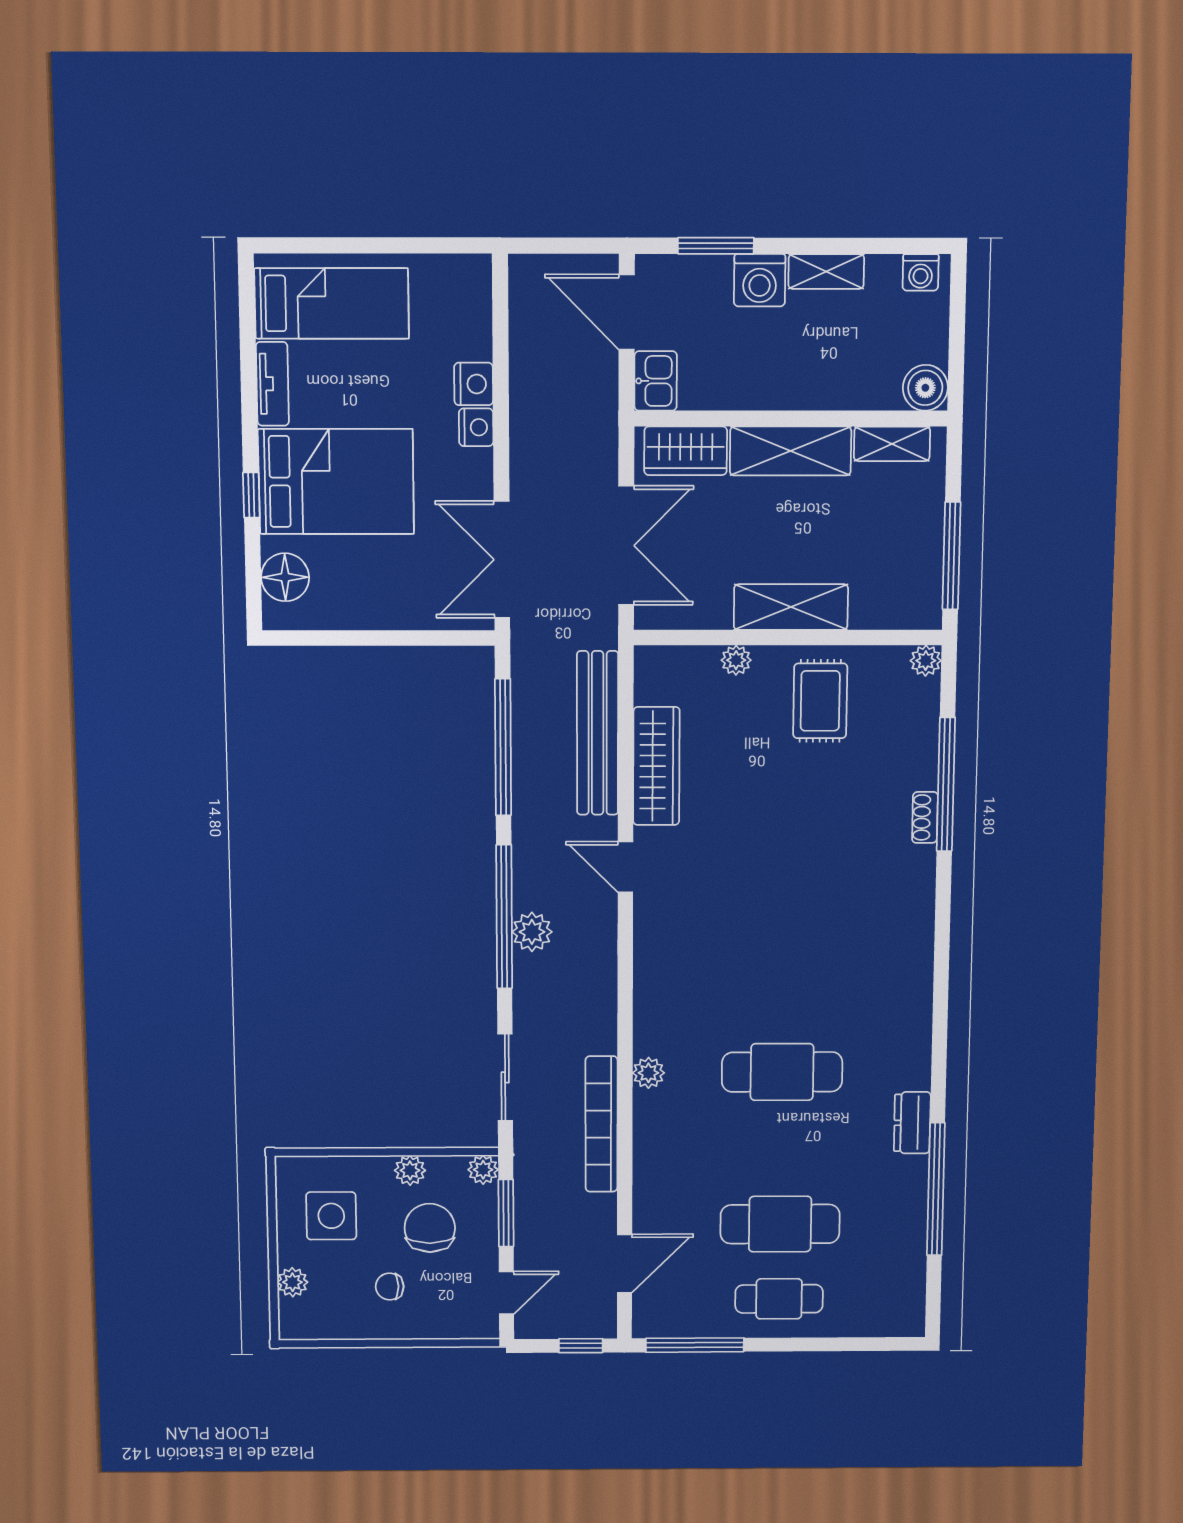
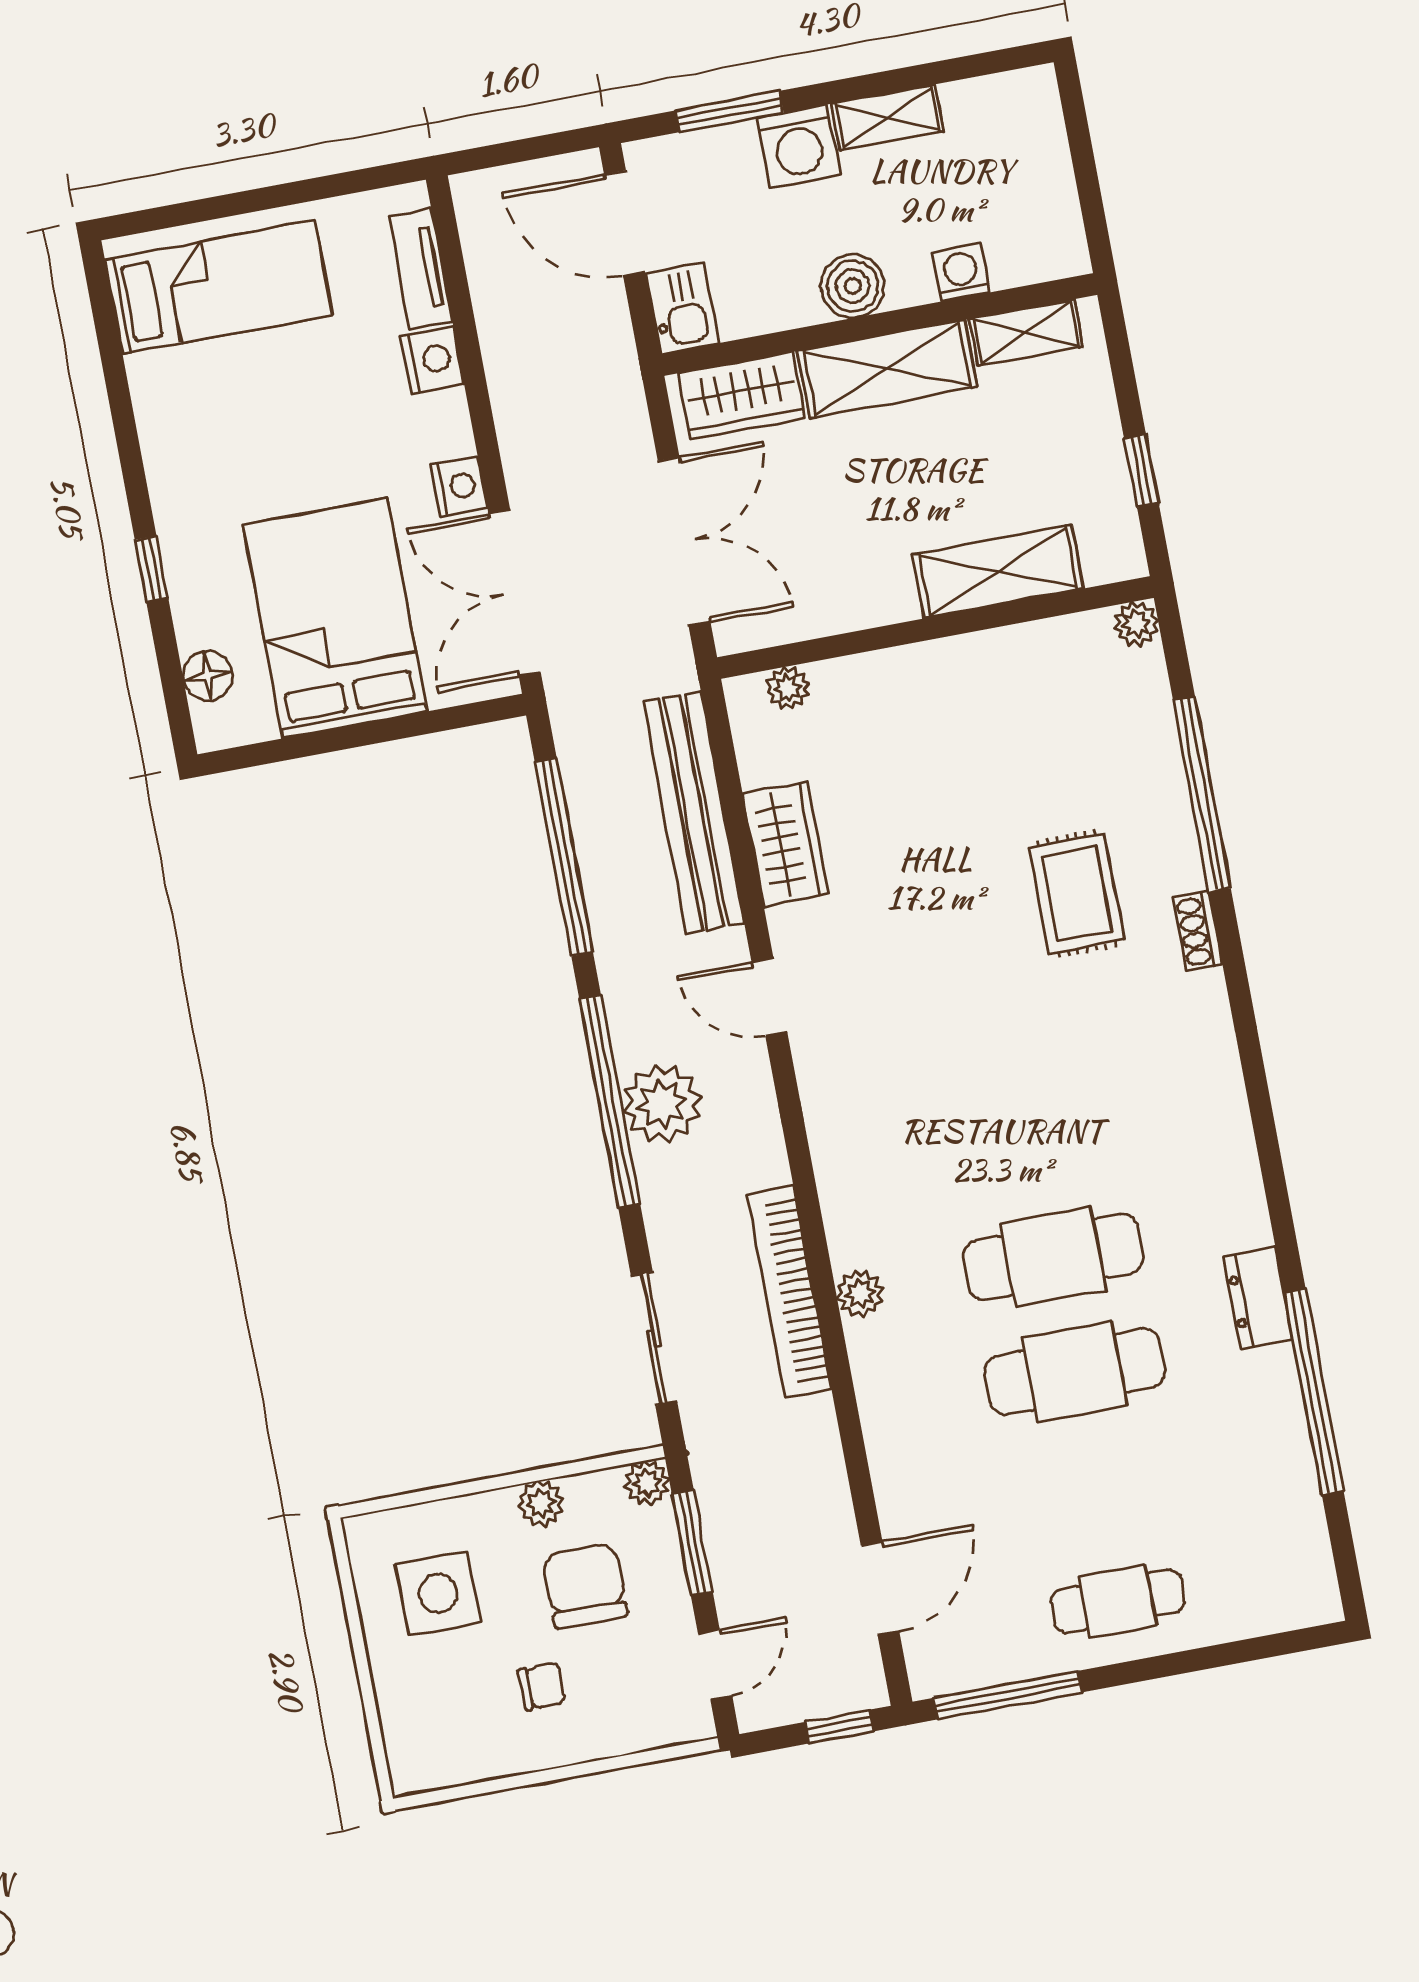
washing machine: (921, 272) -> (961, 273), moved, turned 180
tv unit: (272, 384) -> (420, 269), moved, turned 180
boiler: (925, 388) -> (853, 286), moved
nightstand: (476, 427) -> (459, 486), moved
bed: (336, 481) -> (335, 618), moved, turned -90
window: (951, 556) -> (1141, 471), width x0.46
floor lamp: (285, 577) -> (208, 676), width x0.73, depth x0.73
shelving: (791, 607) -> (998, 572), moved
plant: (736, 660) -> (788, 688), moved
rug: (820, 701) -> (1077, 894), moved
wardrobe: (656, 766) -> (786, 844), width x0.67
shoe rack: (925, 817) -> (1198, 931), moved
plant: (532, 932) -> (662, 1104), width x1.36, depth x1.36
bookcase: (601, 1124) -> (789, 1292), moved
cafe table: (780, 1224) -> (1075, 1372), moved
plant: (292, 1282) -> (399, 1705), removed
chair: (390, 1287) -> (542, 1686), turned 180

